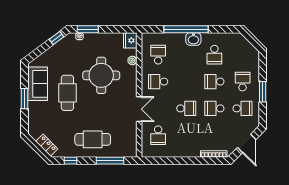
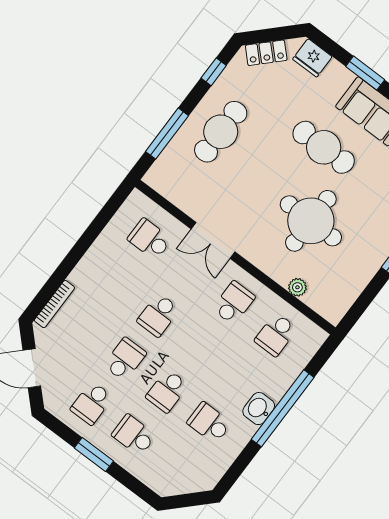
fridge: (130, 40) -> (312, 58), moved, turned 180
school desk: (158, 55) -> (276, 335), turned 90
school desk: (214, 82) -> (167, 391), turned 180
school desk: (243, 82) -> (134, 435), turned 180

